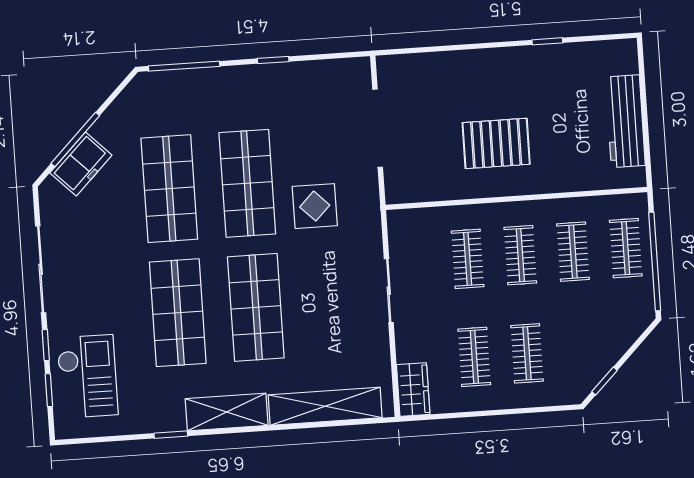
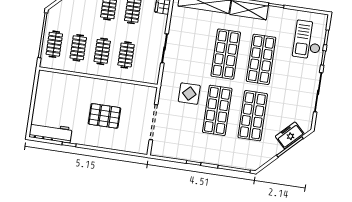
workbench: (625, 121) -> (50, 132), moved, turned -90
pallet: (496, 143) -> (104, 116), moved

